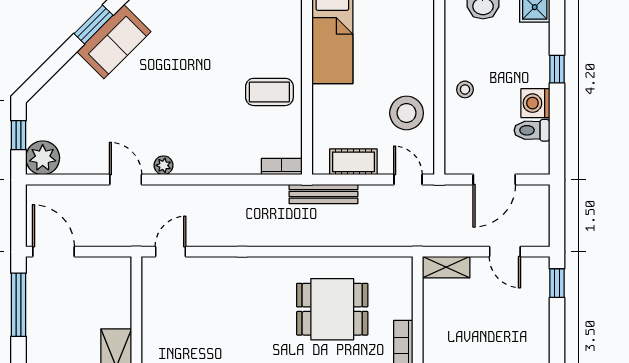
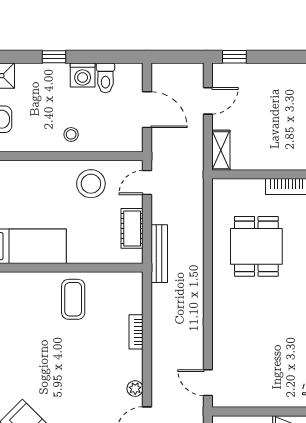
bookcase: (282, 167) -> (136, 332), moved

